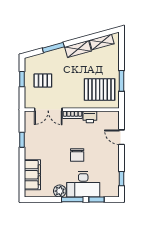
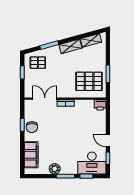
pallet: (43, 81) -> (38, 63), moved
double door: (48, 110) -> (45, 99), swing flipped
printer: (90, 117) -> (100, 105), moved
door: (122, 137) -> (108, 140), moved
chair: (77, 155) -> (32, 127), moved
desk: (83, 184) -> (92, 163), moved

